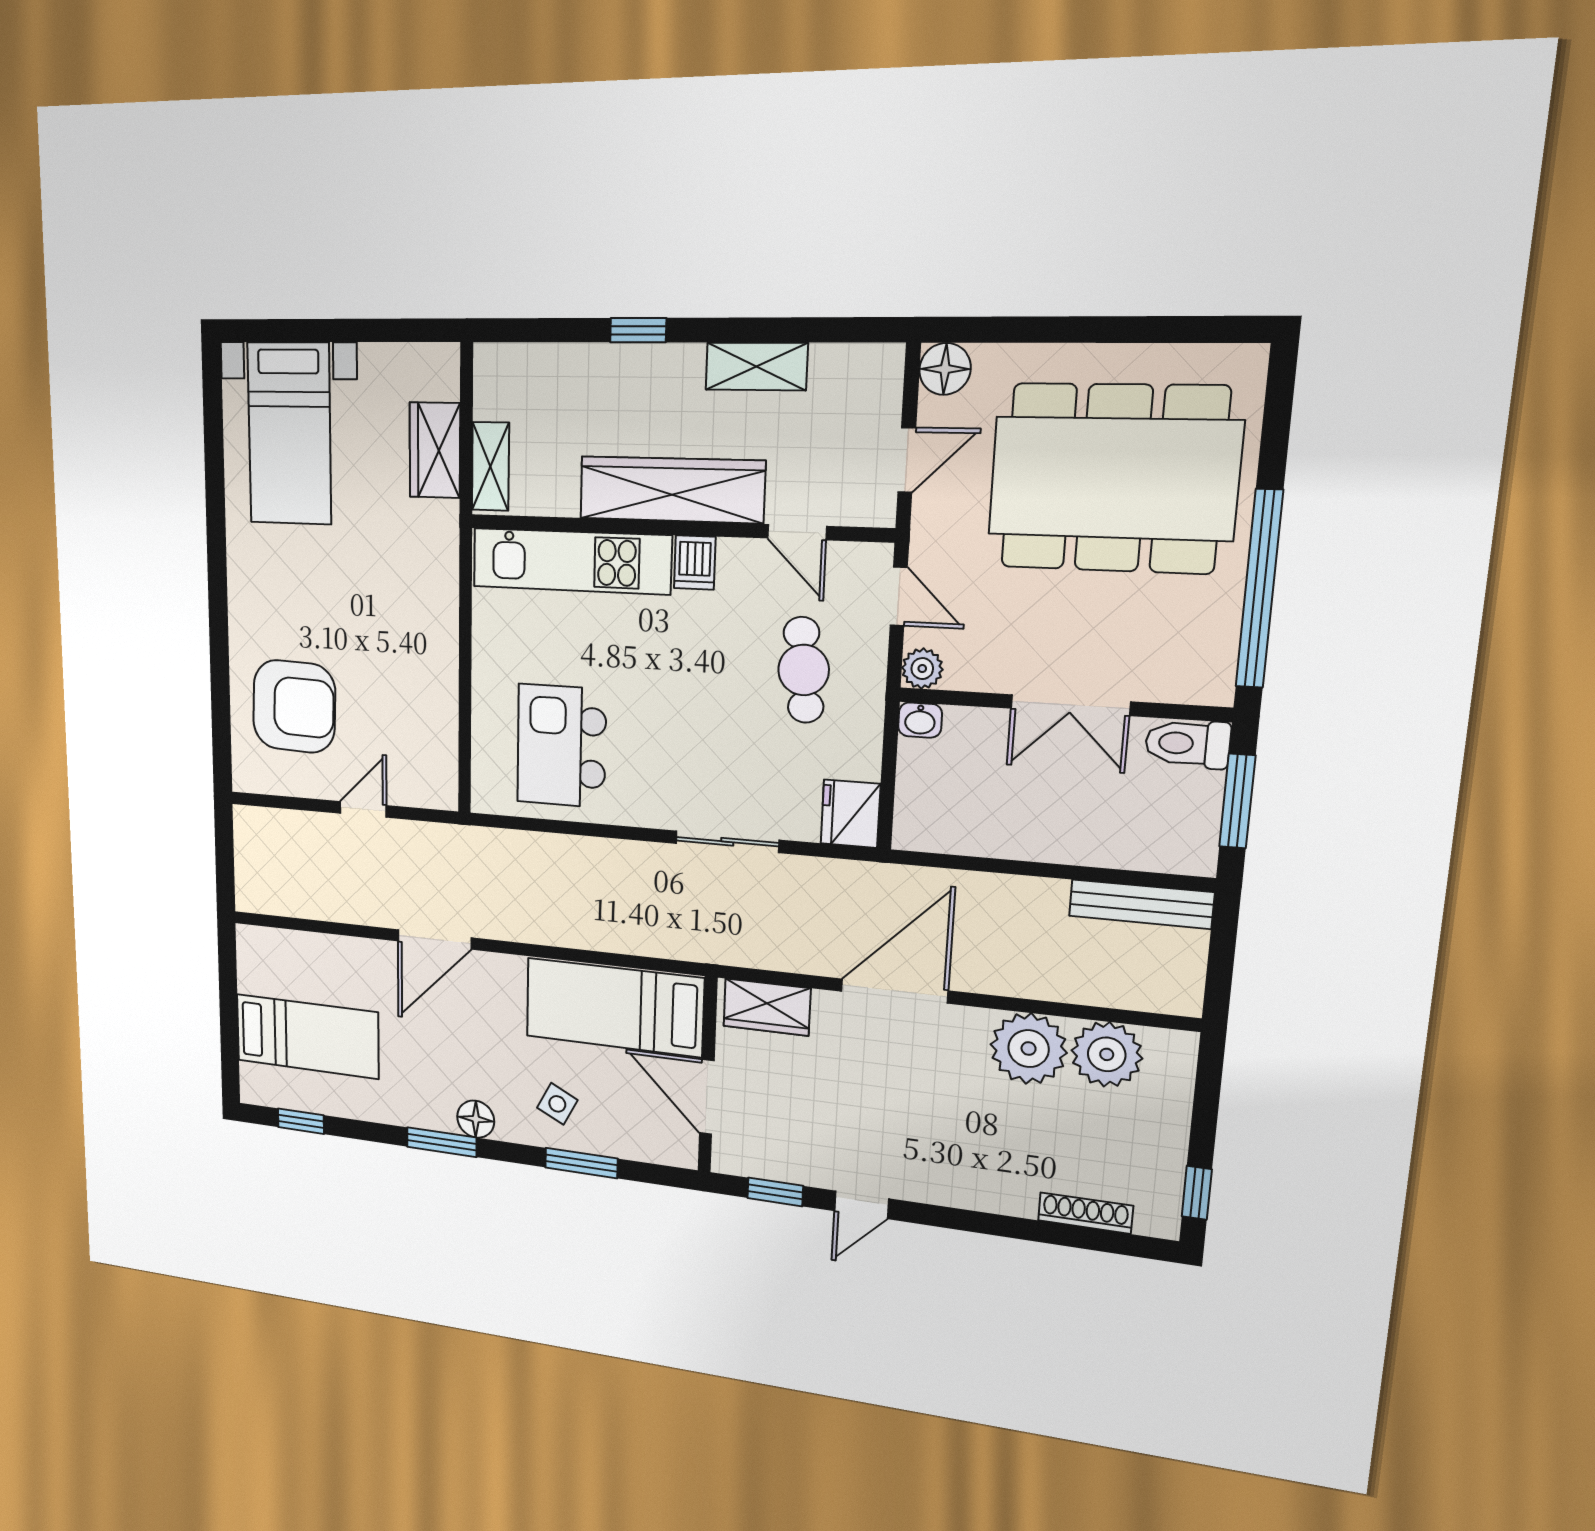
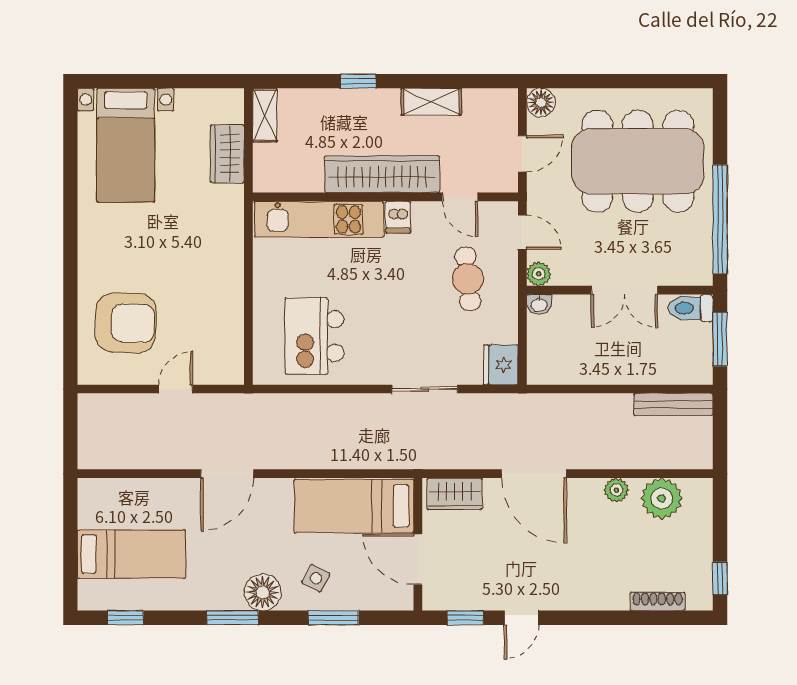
shelving: (490, 466) -> (265, 115), moved
door: (894, 991) -> (534, 474), swing flipped
plant: (1029, 1049) -> (616, 490), width x0.53, depth x0.53
floor lamp: (476, 1119) -> (263, 592), width x1.38, depth x1.38

